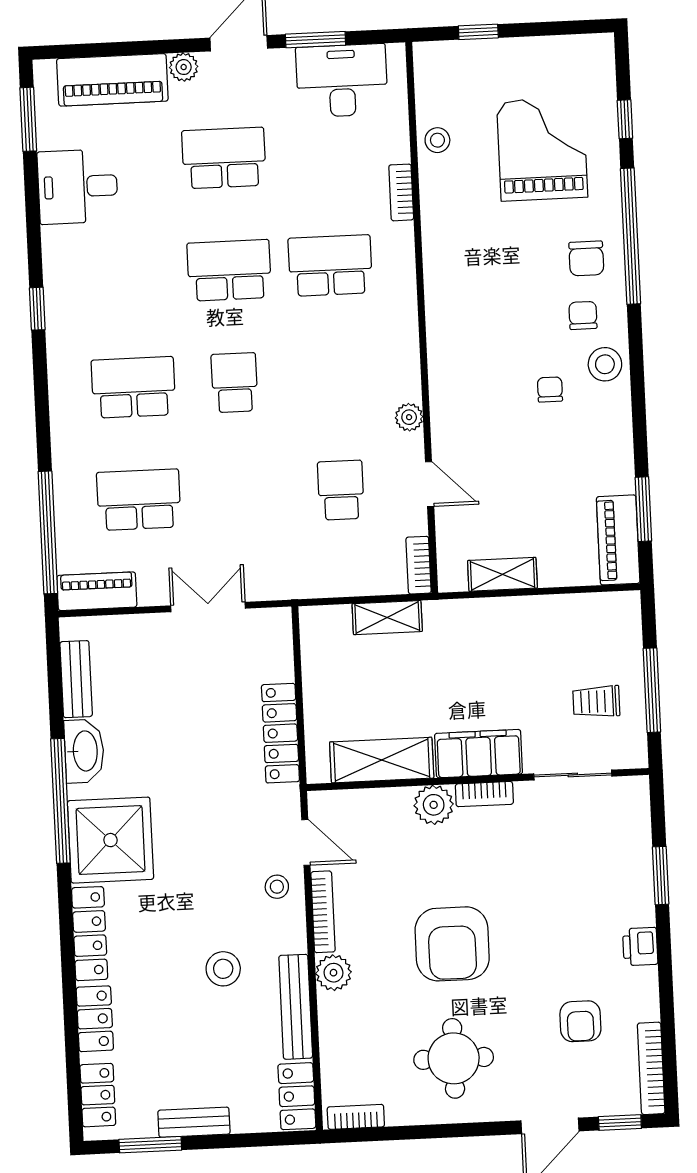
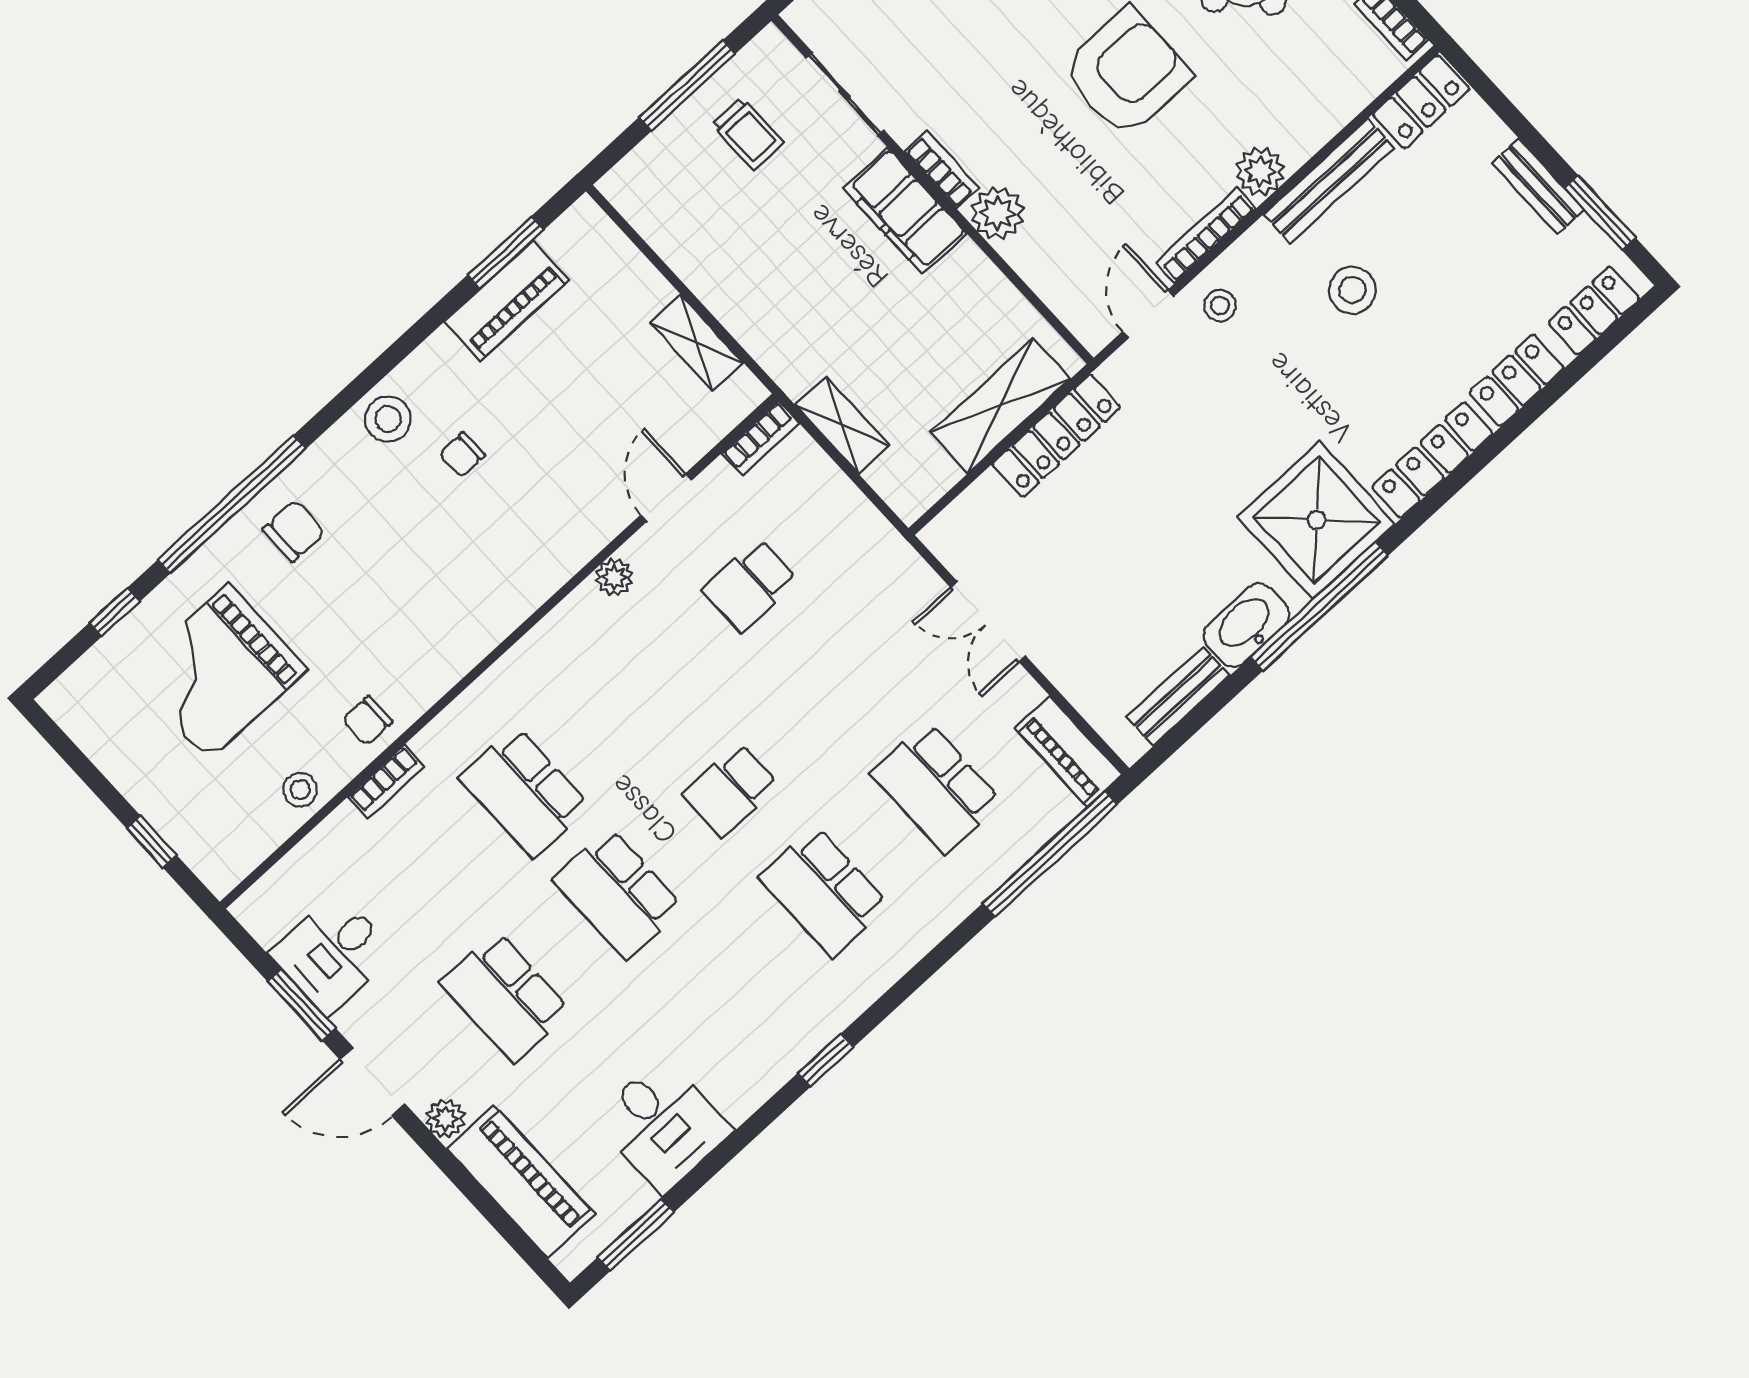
desk: (342, 81) -> (333, 954), width x0.73
chair: (583, 315) -> (367, 721), moved
piano: (618, 540) -> (507, 301), moved
shelving: (382, 760) -> (1000, 406), moved, turned 90

